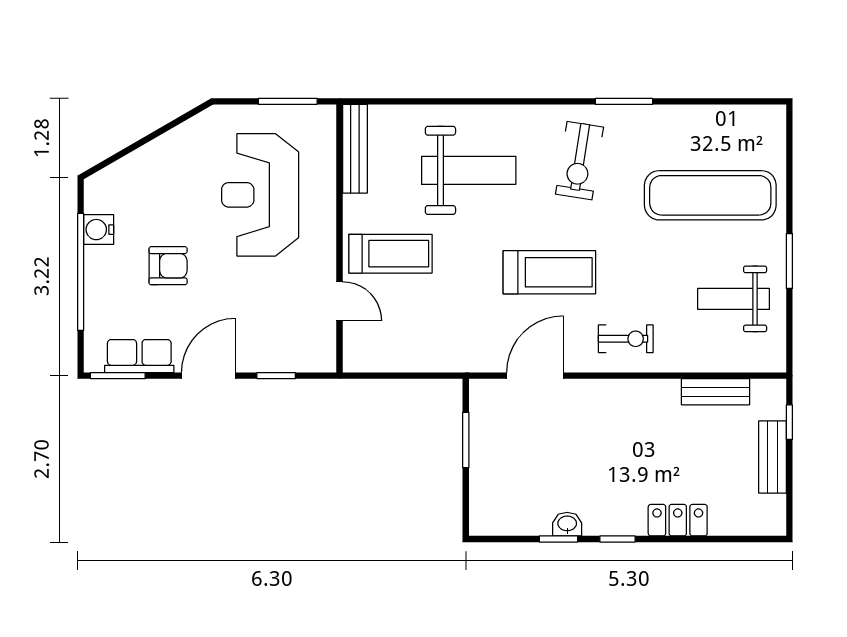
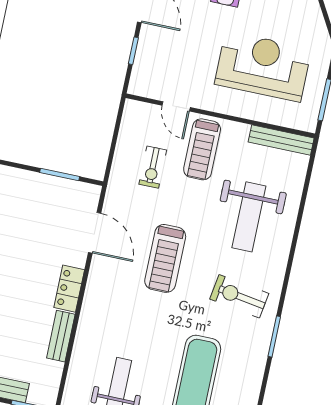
door: (339, 301) -> (176, 106), hinge flipped
exercise bike: (626, 339) -> (153, 167), moved
bench: (715, 392) -> (61, 336), moved
locker: (618, 394) -> (69, 289), added

